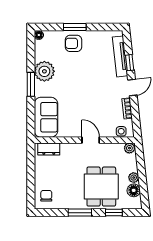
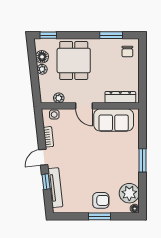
plant: (44, 71) -> (129, 193), moved
sofa: (46, 117) -> (114, 120), moved, turned -90
plant: (129, 148) -> (59, 98), moved
dresser: (49, 149) -> (120, 97), width x1.44
window: (80, 213) -> (111, 35), moved
window: (114, 213) -> (48, 35), moved

